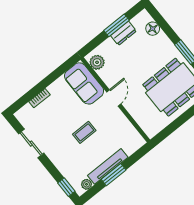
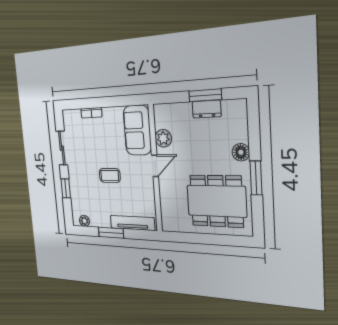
floor lamp: (153, 29) -> (241, 152), moved
plant: (97, 62) -> (163, 138), moved
tv unit: (108, 166) -> (132, 223), moved
window: (66, 187) -> (66, 188), moved

